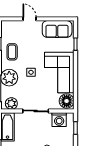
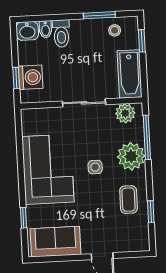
floor lamp: (67, 101) -> (33, 122), removed
washing machine: (59, 120) -> (30, 77), moved, turned 90

